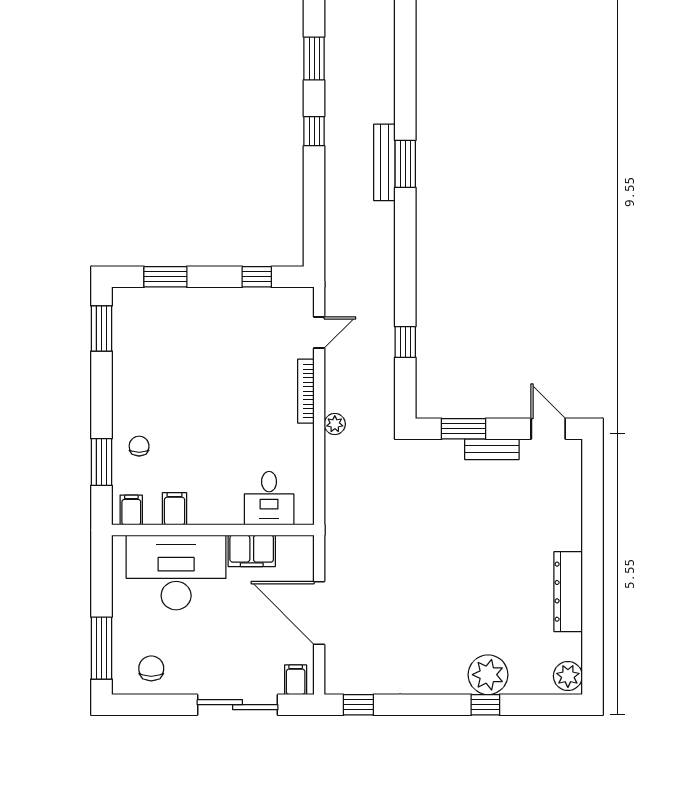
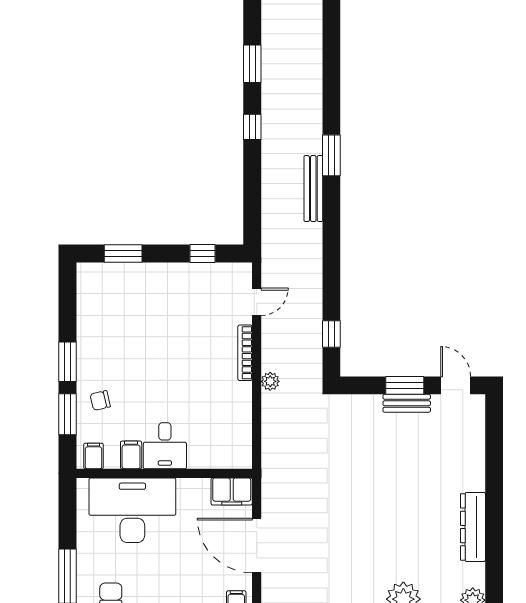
bench: (384, 162) -> (313, 189), moved
window: (101, 328) -> (68, 362), moved
window: (405, 342) -> (331, 334), moved
window: (463, 429) -> (405, 385), moved
chair: (139, 446) -> (100, 400), turned -103
desk: (269, 498) -> (165, 446), moved
filing cabinet: (252, 551) -> (232, 491), moved

